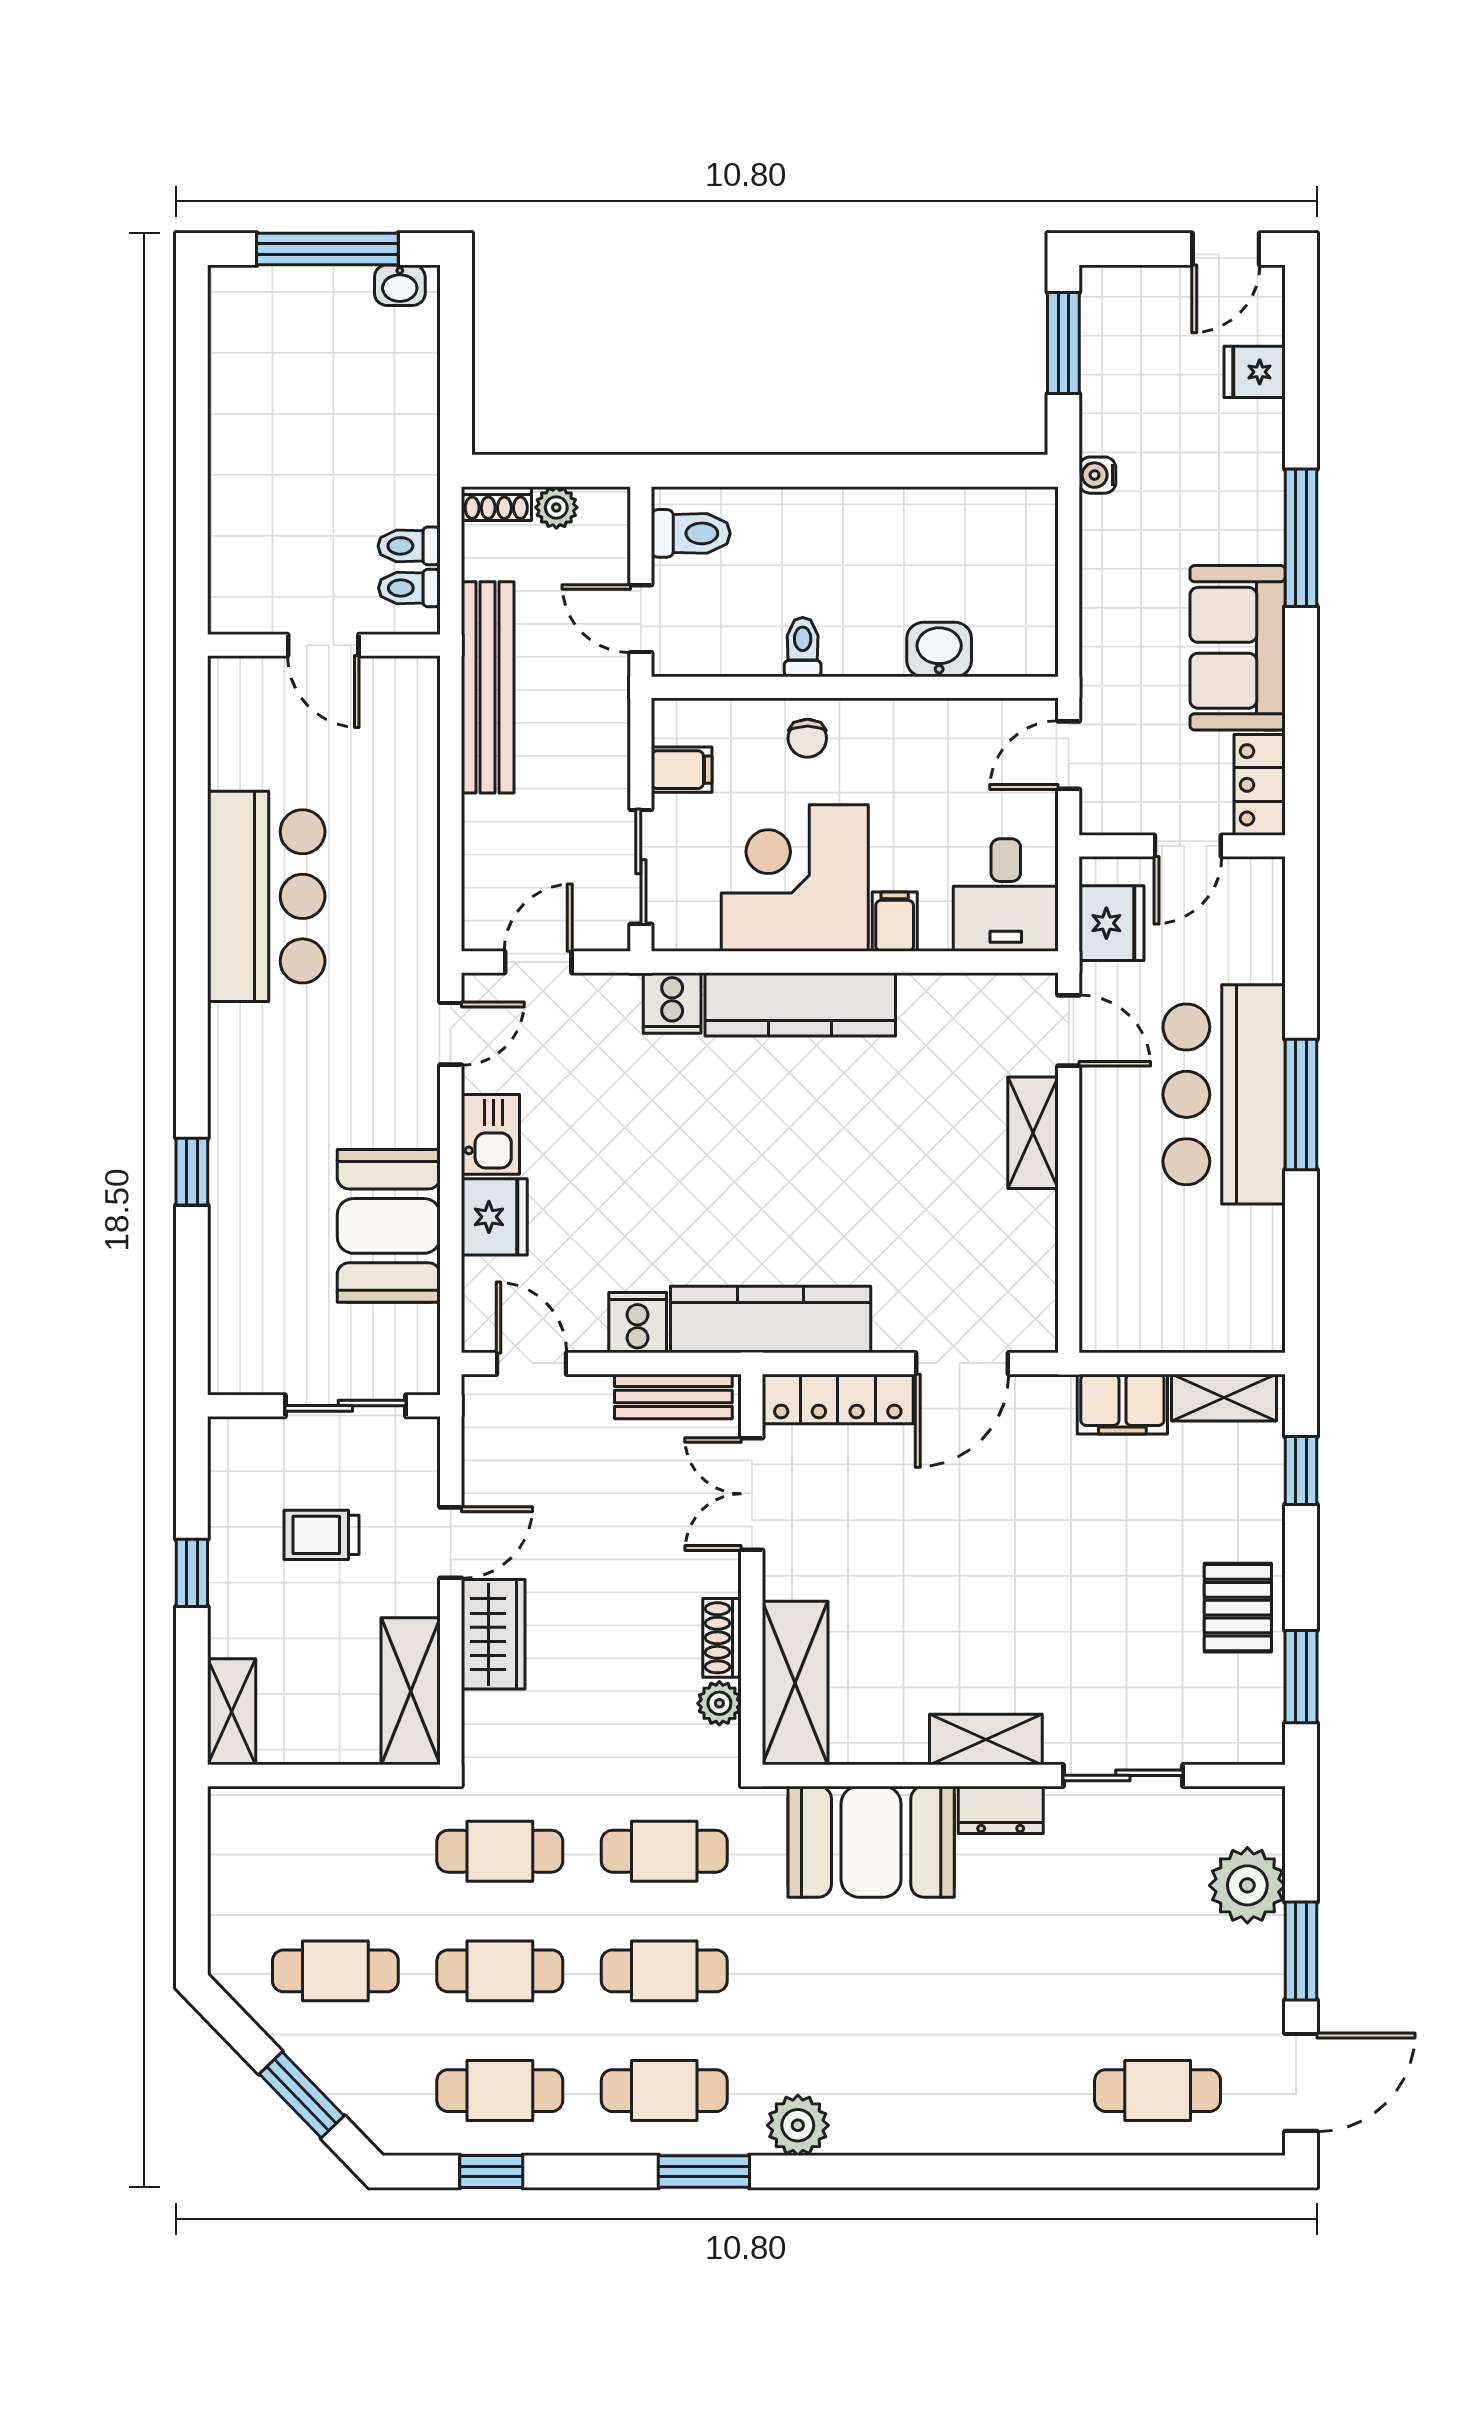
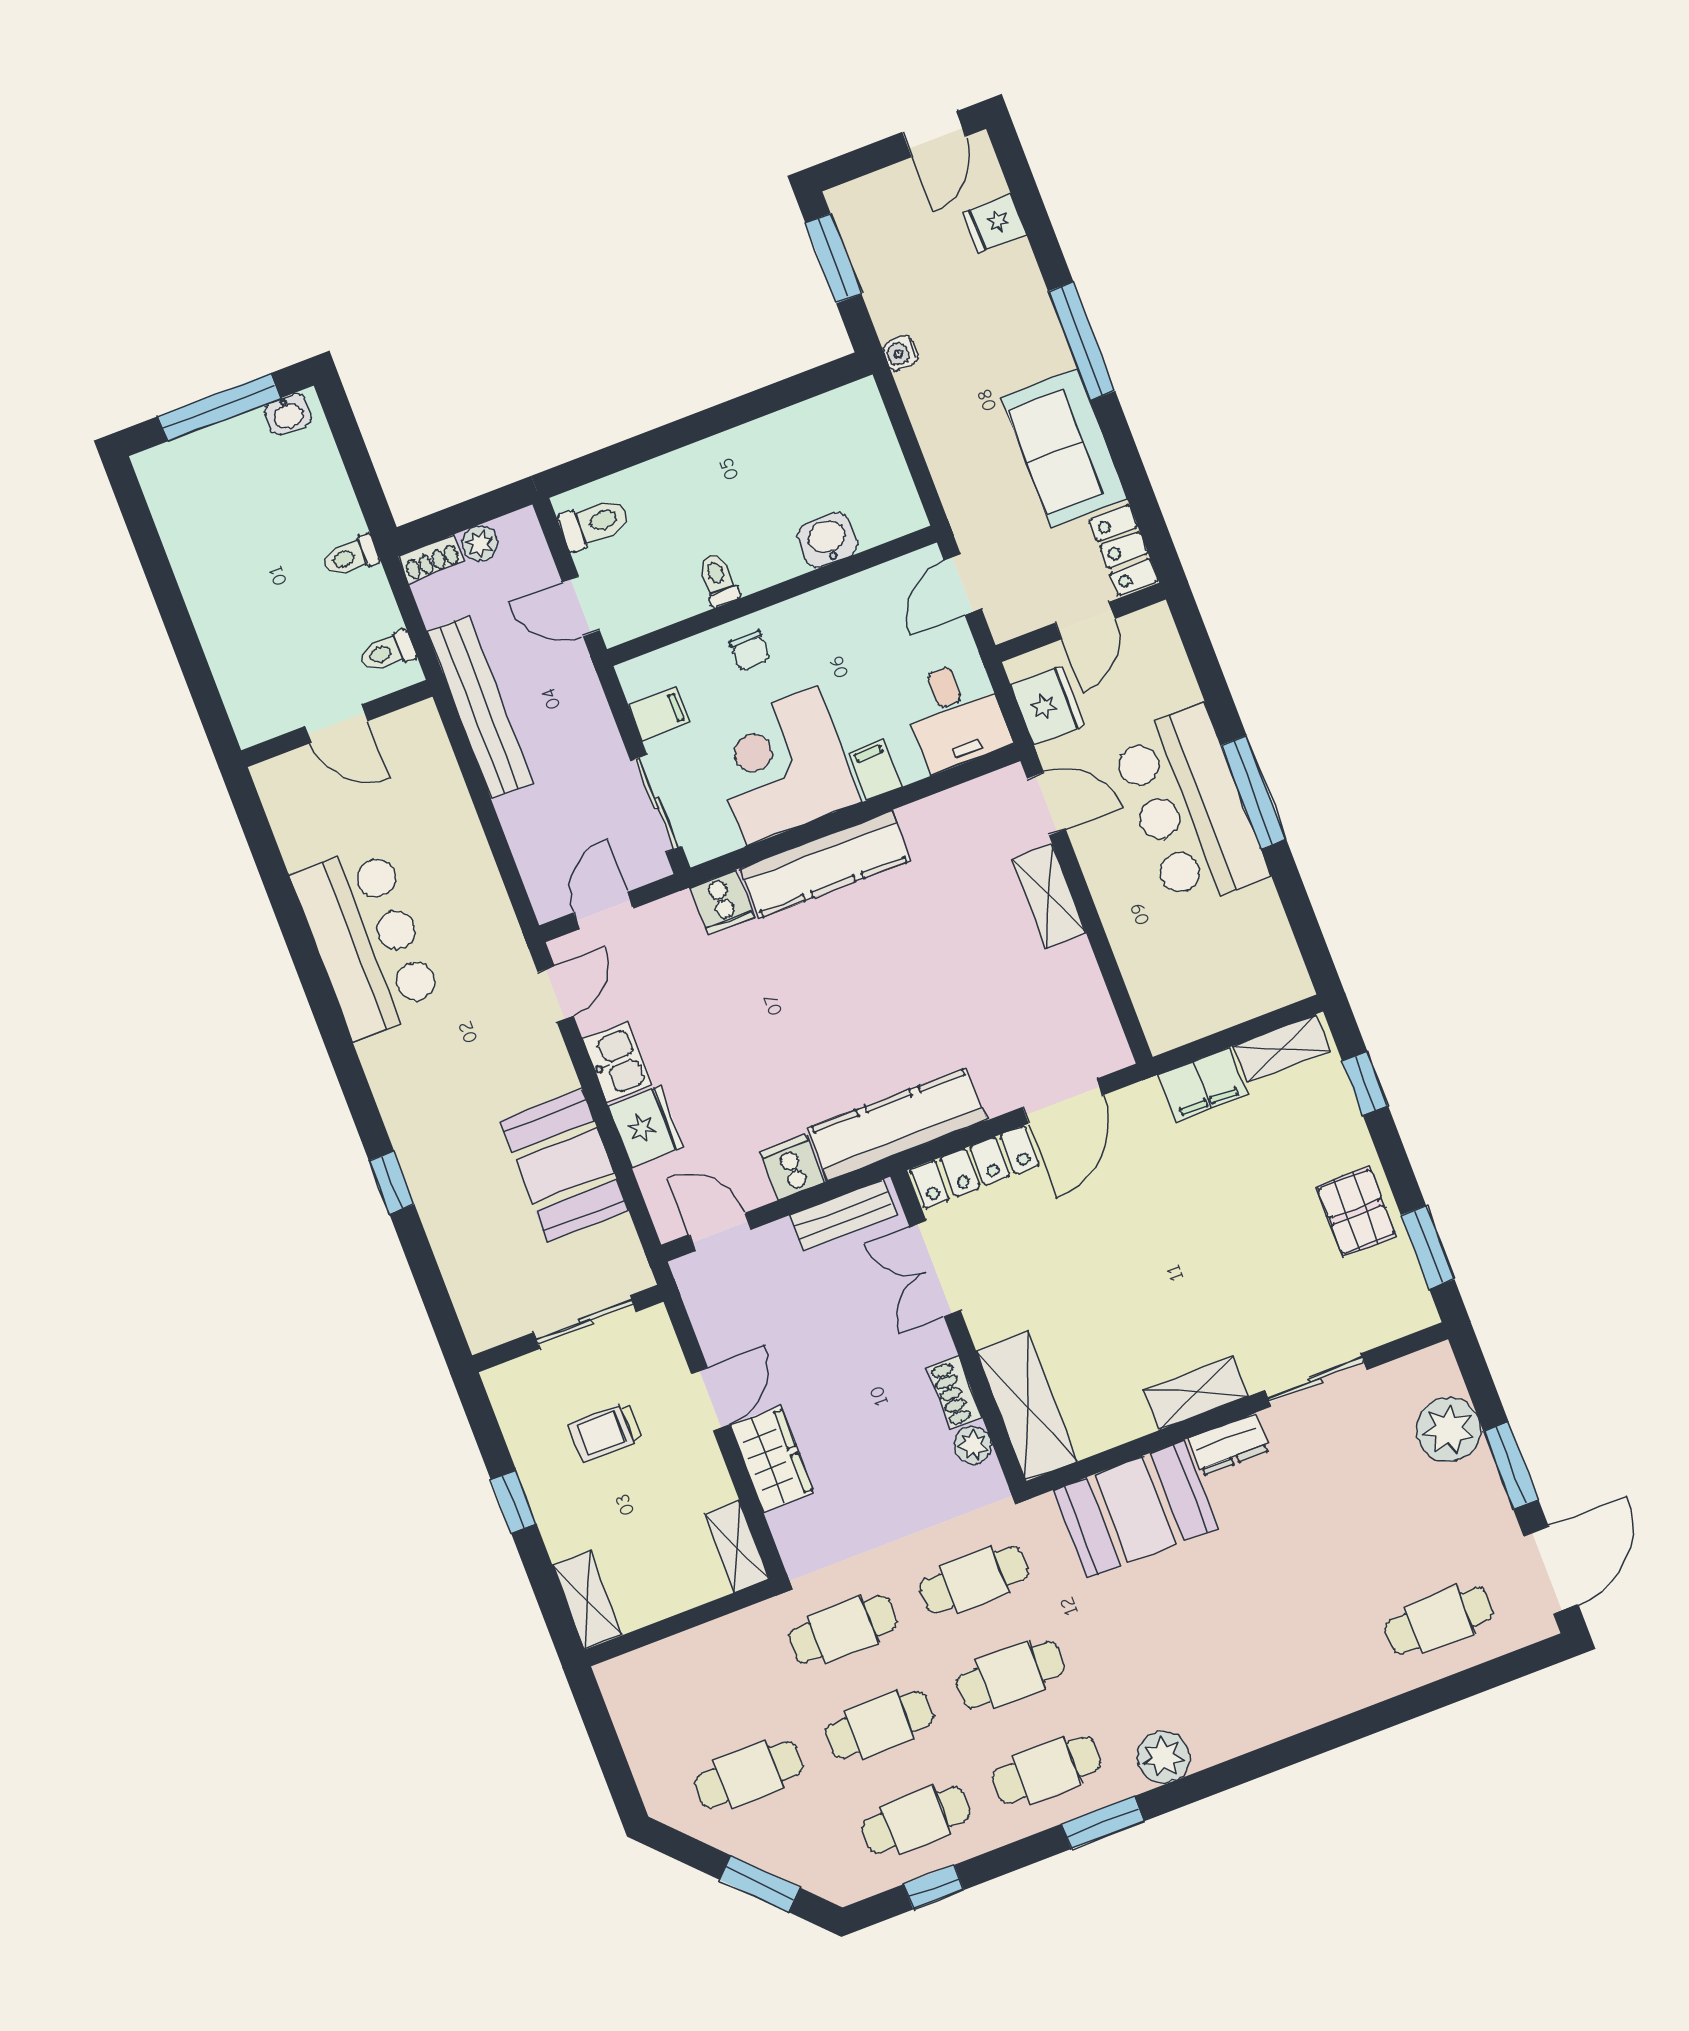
toilet: (409, 546) -> (351, 556), moved
shelving: (411, 1691) -> (737, 1547), width x0.67, depth x0.75

